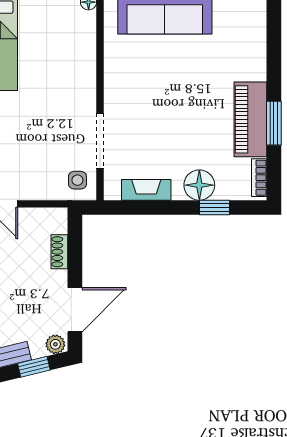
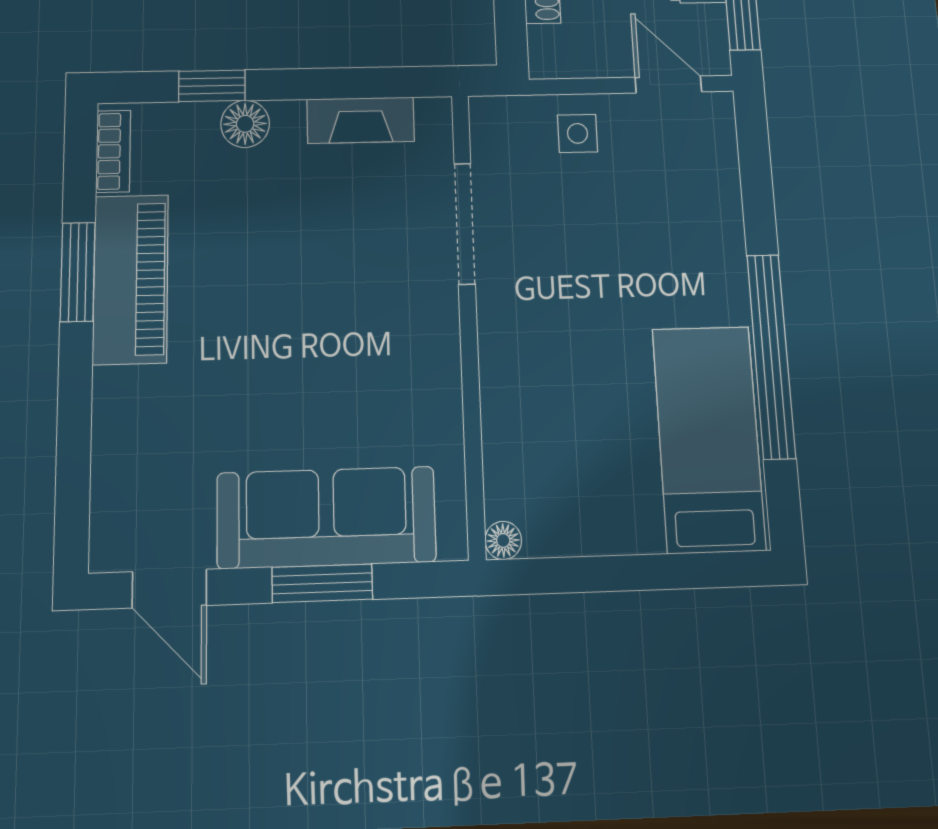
side table: (77, 180) -> (578, 133), moved
floor lamp: (199, 185) -> (245, 124), width x0.73, depth x0.73

